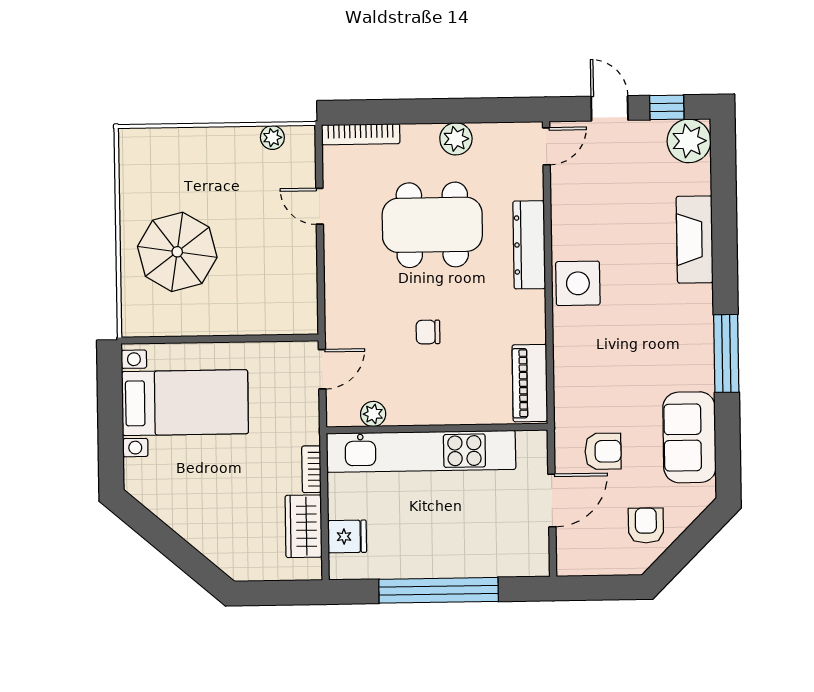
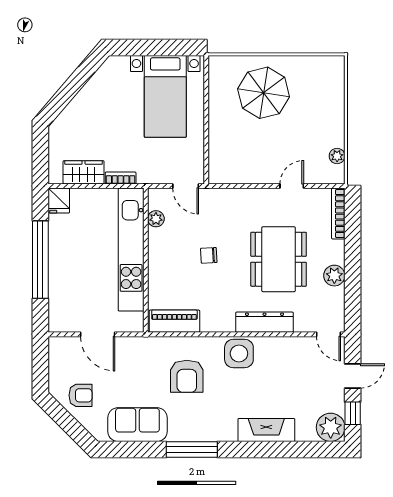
chair: (428, 332) -> (209, 255), turned -93
armchair: (603, 451) -> (187, 376), moved, width x1.38, depth x1.38
fridge: (347, 536) -> (59, 201), moved

